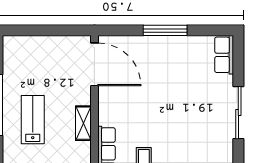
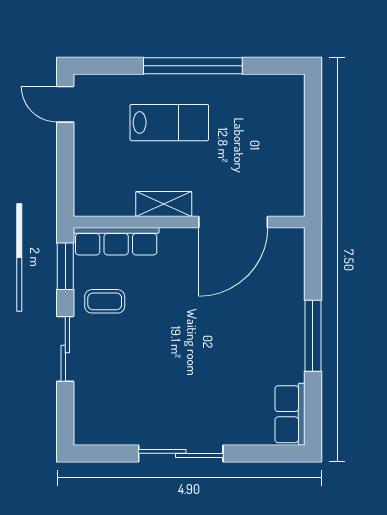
row of seats: (224, 55) -> (290, 414), moved, turned -90
door: (94, 64) -> (233, 222), moved

